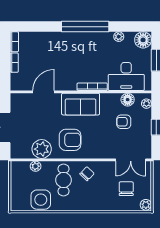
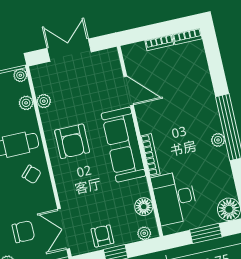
plant: (119, 37) -> (218, 140), moved
sofa: (81, 104) -> (124, 145), width x1.36
armchair: (124, 122) -> (102, 236), moved
plant: (42, 149) -> (44, 101), width x0.53, depth x0.53
plant: (15, 166) -> (20, 75), added

